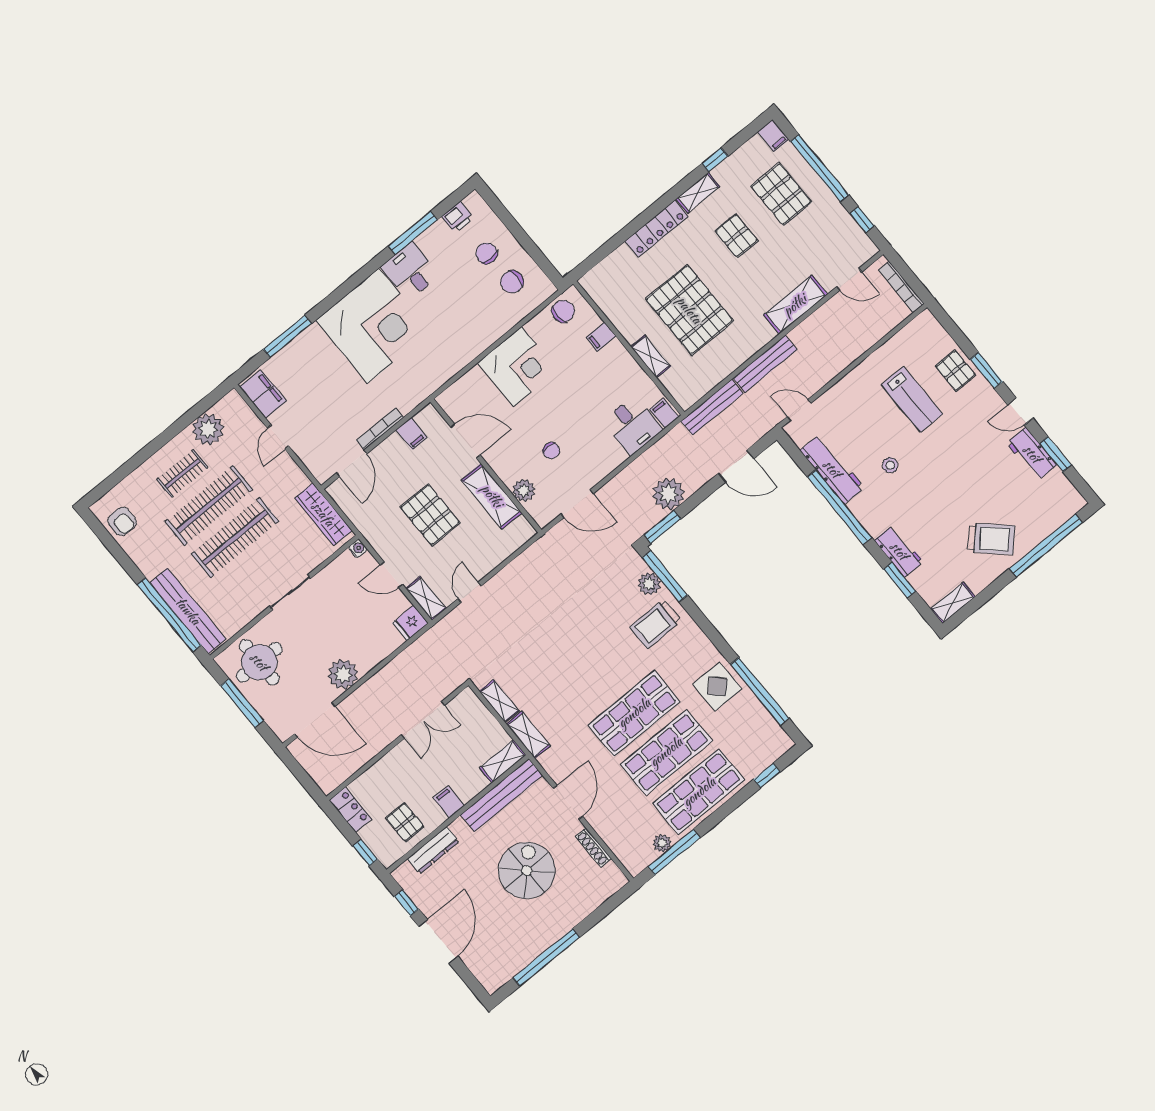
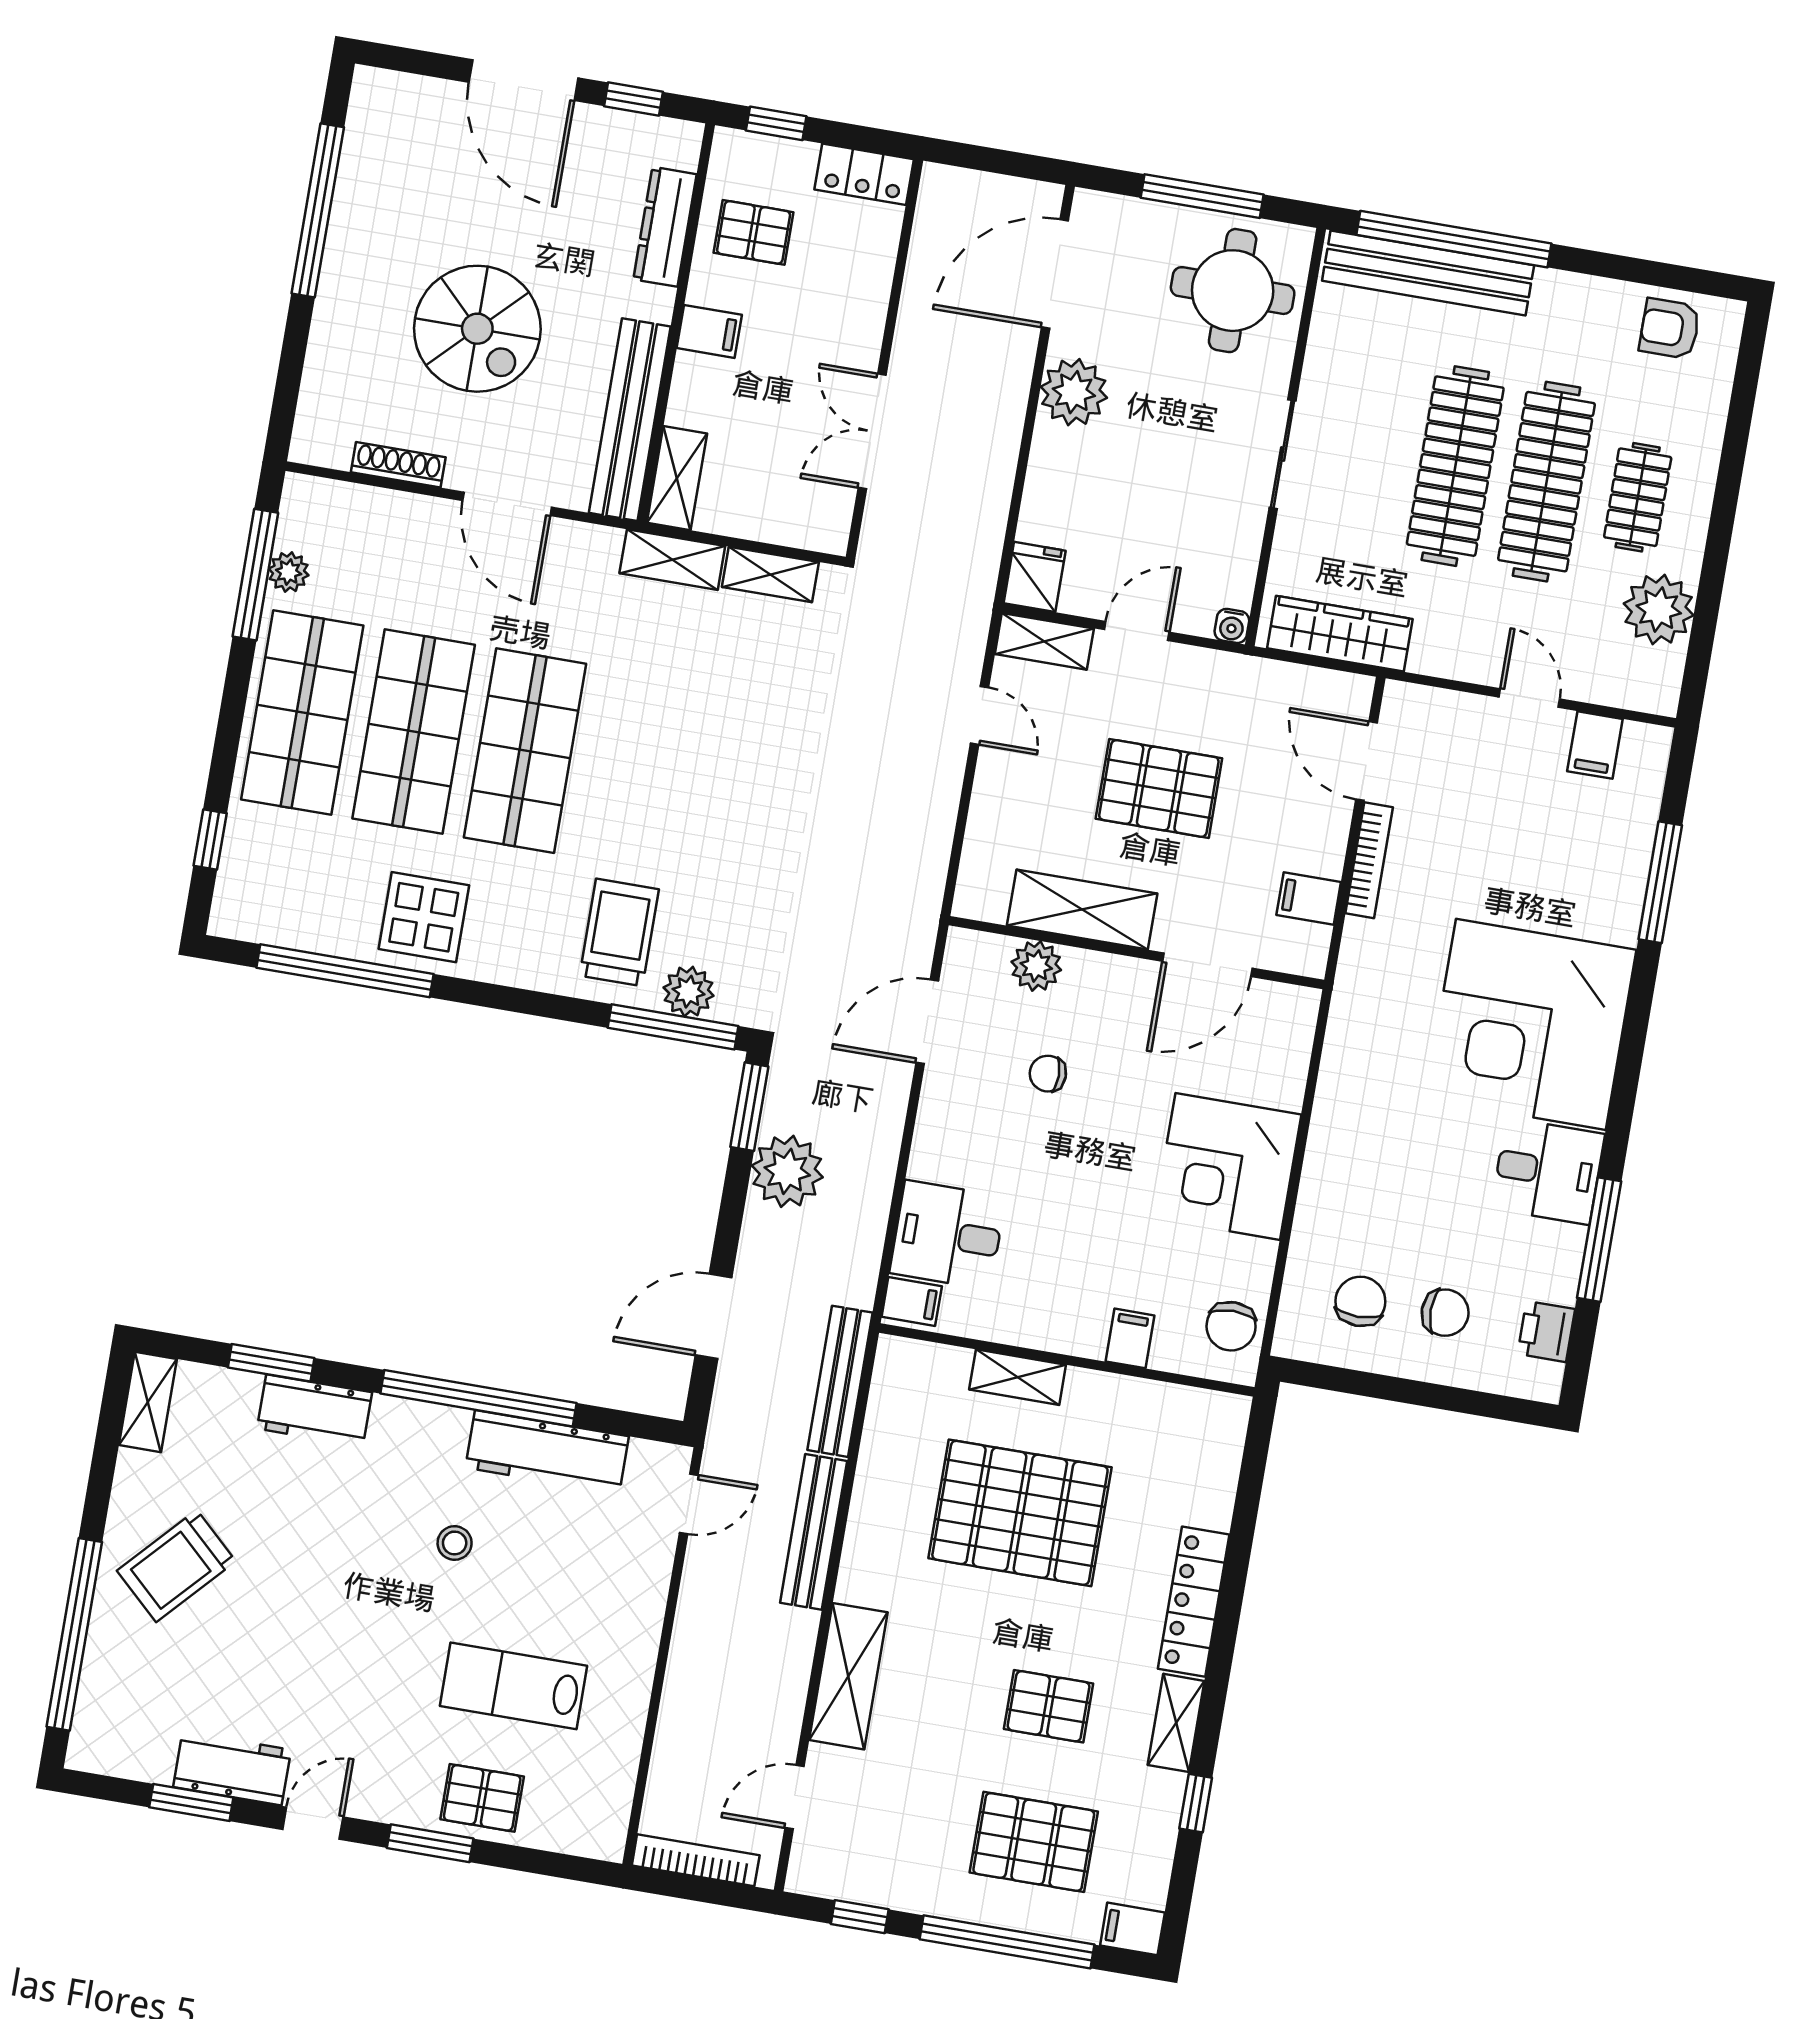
filing cabinet: (263, 394) -> (1595, 745), width x0.50

